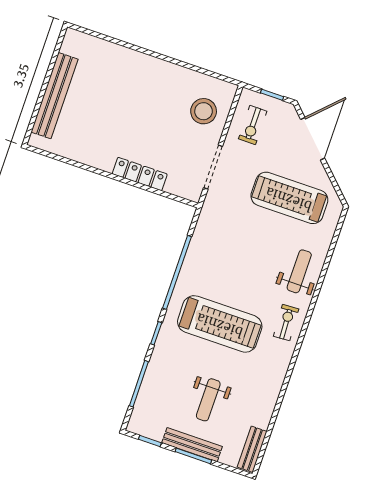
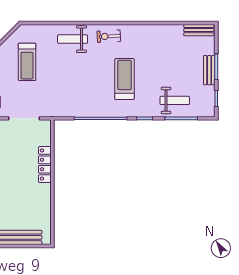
treadmill: (289, 198) -> (27, 62), width x0.73, depth x0.73
treadmill: (220, 324) -> (125, 79), width x0.73, depth x0.73
weight bench: (208, 400) -> (175, 100), moved
bench: (192, 445) -> (209, 70), width x0.73

